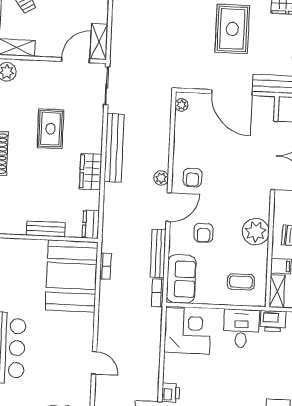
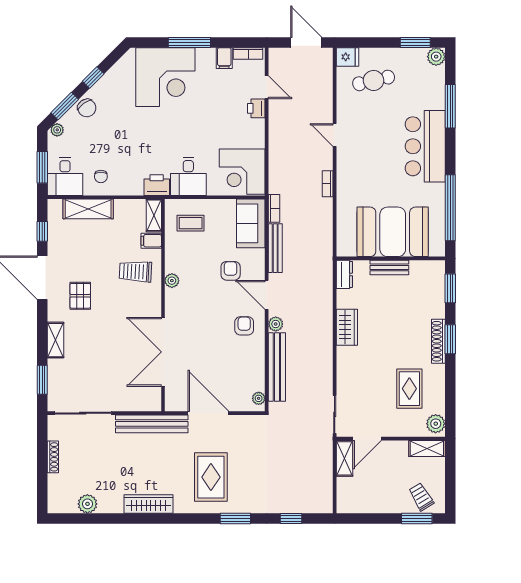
rug: (50, 129) -> (409, 389), moved
bench: (114, 148) -> (277, 367), moved
door: (169, 207) -> (267, 295), hinge flipped
plant: (256, 232) -> (172, 281), width x0.53, depth x0.53
bookcase: (105, 266) -> (328, 184), moved
booth: (72, 276) -> (393, 232), moved, turned 90

